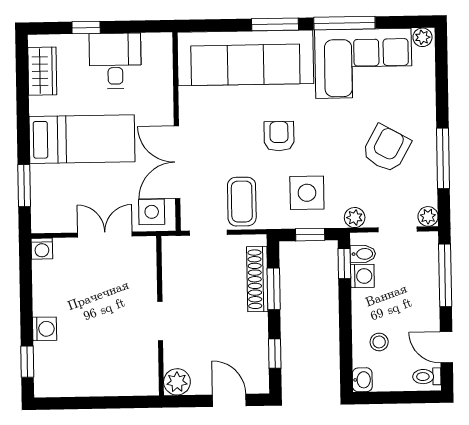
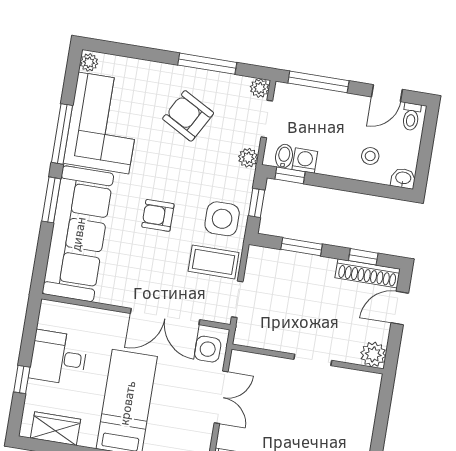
side table: (307, 193) -> (222, 219), moved
double door: (105, 235) -> (221, 397), swing flipped
shoe rack: (257, 279) -> (368, 273), moved

